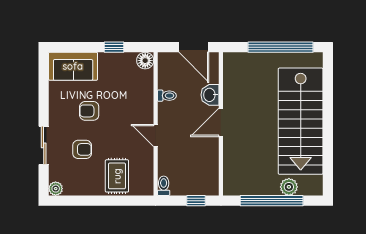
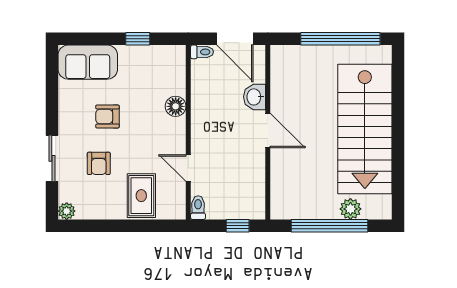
floor lamp: (145, 61) -> (176, 106), moved
toilet: (167, 96) -> (202, 52), moved
door: (221, 122) -> (268, 131), swing flipped
door: (156, 135) -> (188, 168), moved
armchair: (82, 149) -> (99, 163), turned 90

